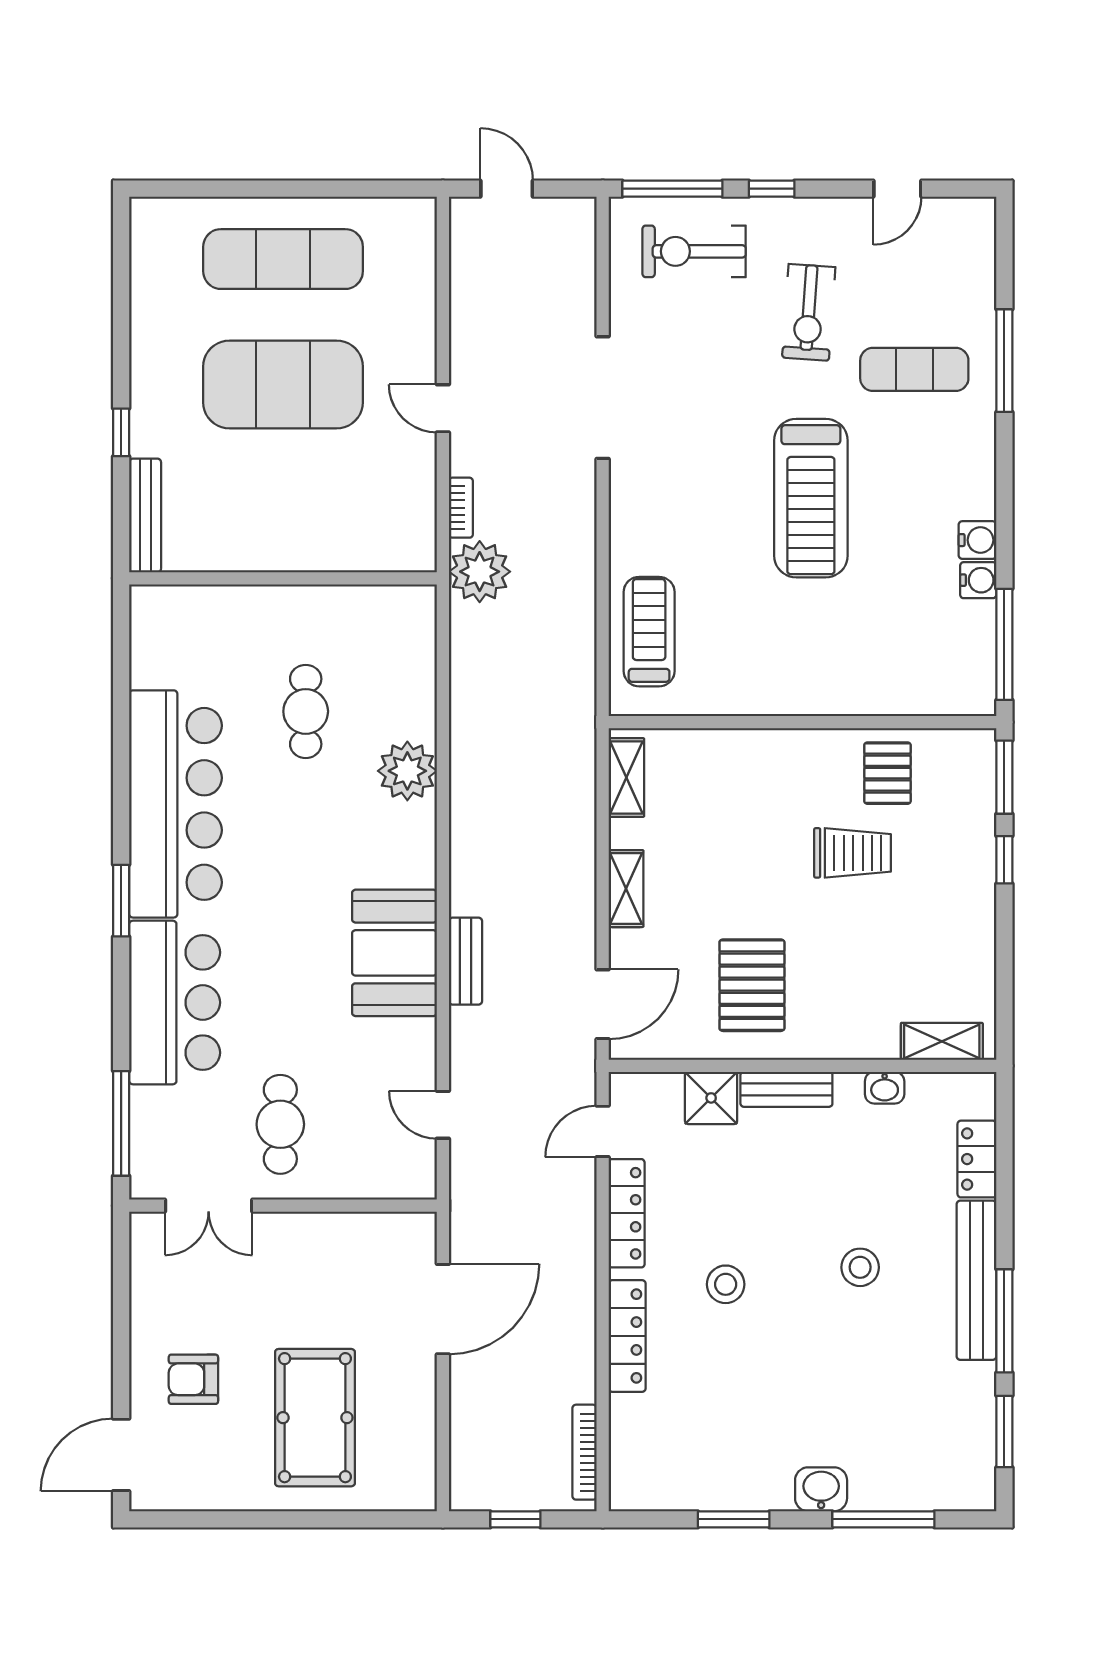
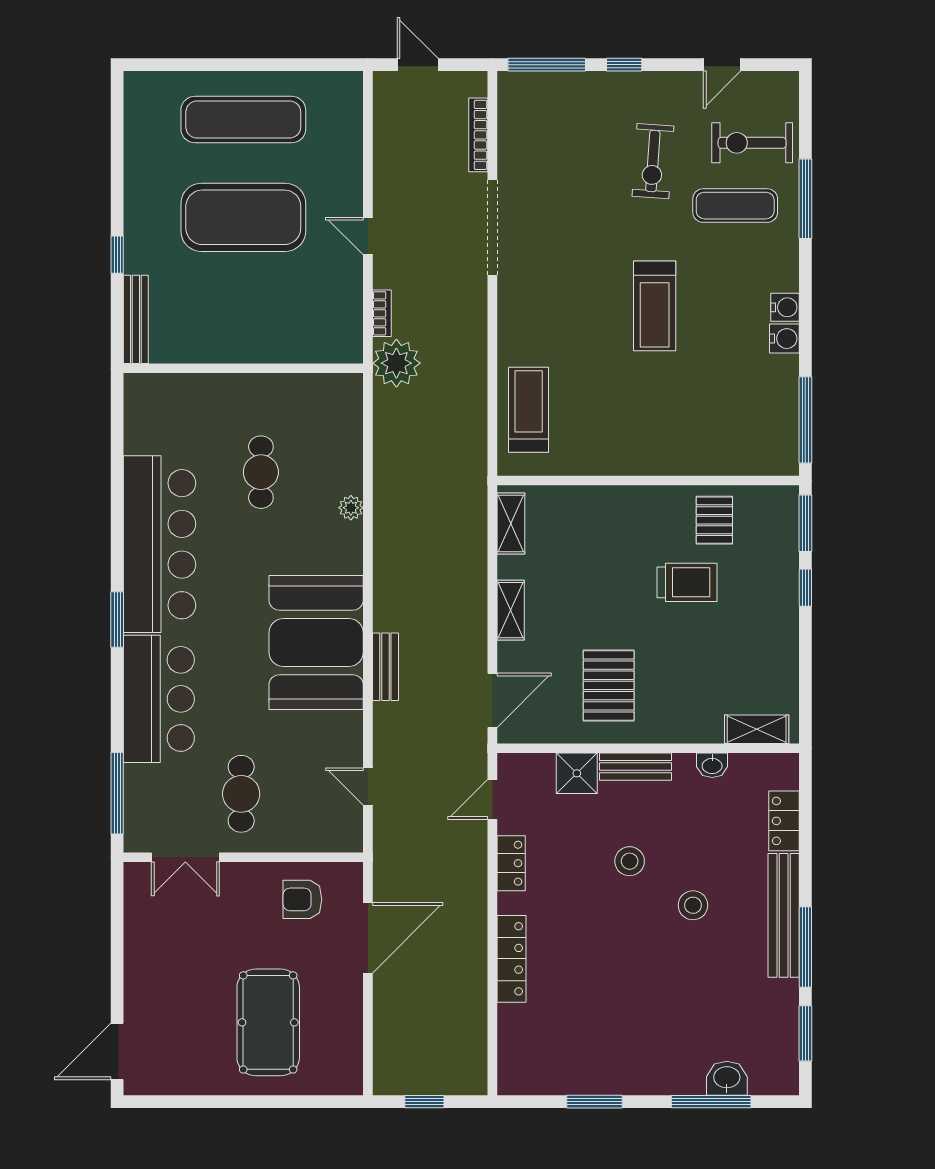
exercise bike: (694, 251) -> (752, 143), moved
treadmill: (811, 498) -> (655, 306), width x0.73, depth x0.73
water cooler: (978, 580) -> (785, 307), moved
plant: (407, 771) -> (351, 508), width x0.53, depth x0.53
booth: (394, 953) -> (316, 642), width x1.36, depth x1.42
locker: (627, 1213) -> (511, 863), width x0.66
stool: (726, 1284) -> (630, 861), moved
armchair: (193, 1379) -> (302, 899), moved
bookcase: (585, 1452) -> (478, 135), moved
washbasin: (821, 1489) -> (727, 1078), moved

